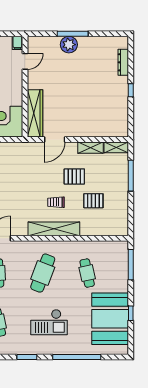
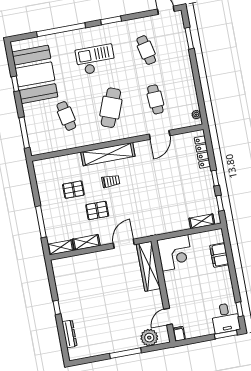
plant: (69, 45) -> (149, 338), moved

